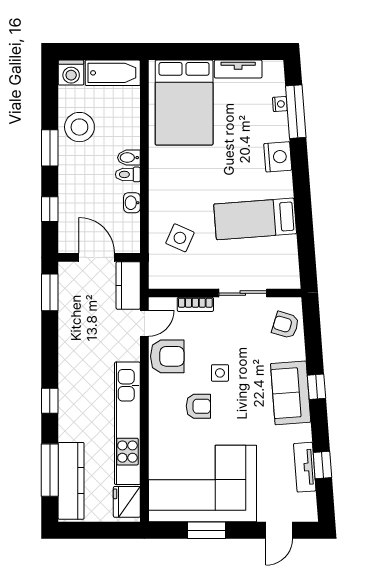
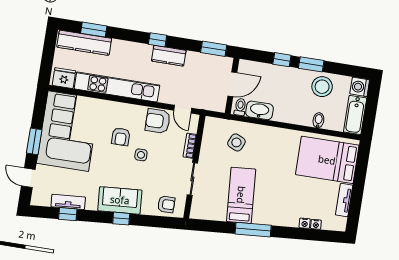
window: (296, 112) -> (253, 230), moved
nightstand: (278, 157) -> (305, 223), moved, width x0.53, depth x0.56
bidet: (129, 158) -> (318, 120), moved
toilet: (128, 174) -> (240, 107), moved
washbasin: (132, 203) -> (259, 110), width x1.91, depth x1.45
window: (50, 209) -> (282, 60), moved
kitchen counter: (128, 285) -> (169, 56), moved, turned 180
armchair: (286, 325) -> (166, 204), turned 73
armchair: (167, 356) -> (158, 121), turned 90
window: (50, 401) -> (158, 40), moved
window: (50, 470) -> (94, 30), width x0.69
window: (206, 530) -> (34, 141), moved

